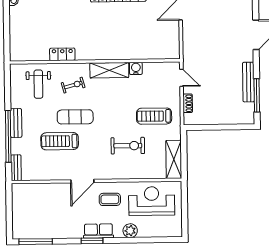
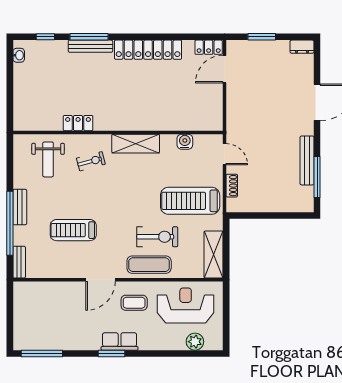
water cooler: (136, 68) -> (185, 142), moved
treadmill: (154, 116) -> (190, 201), width x1.37, depth x1.38
exercise mat: (75, 117) -> (149, 265), moved
plant: (130, 231) -> (195, 342), moved

